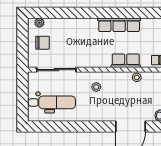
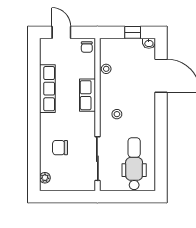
chair: (42, 43) -> (60, 148), moved, turned -90
row of seats: (126, 61) -> (87, 95), moved

